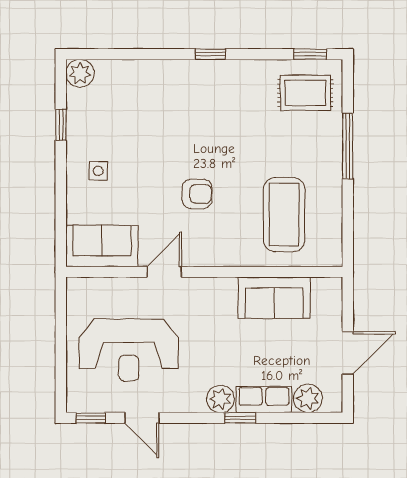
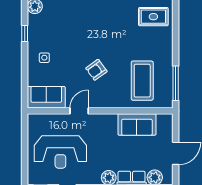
window: (348, 146) -> (176, 83), moved
armchair: (197, 194) -> (96, 70), turned 144

